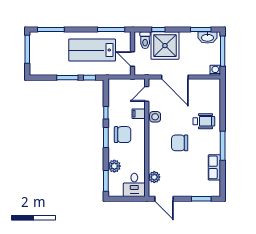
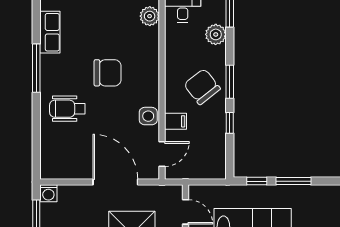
chair: (123, 135) -> (202, 87), turned 52

